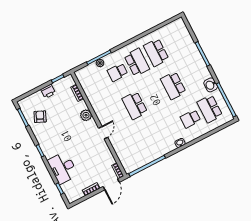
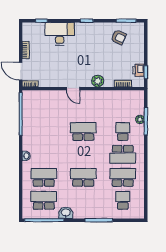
school desk: (175, 42) -> (123, 200), added
printer: (48, 91) -> (139, 70), moved
school desk: (190, 119) -> (44, 177), width x1.85

